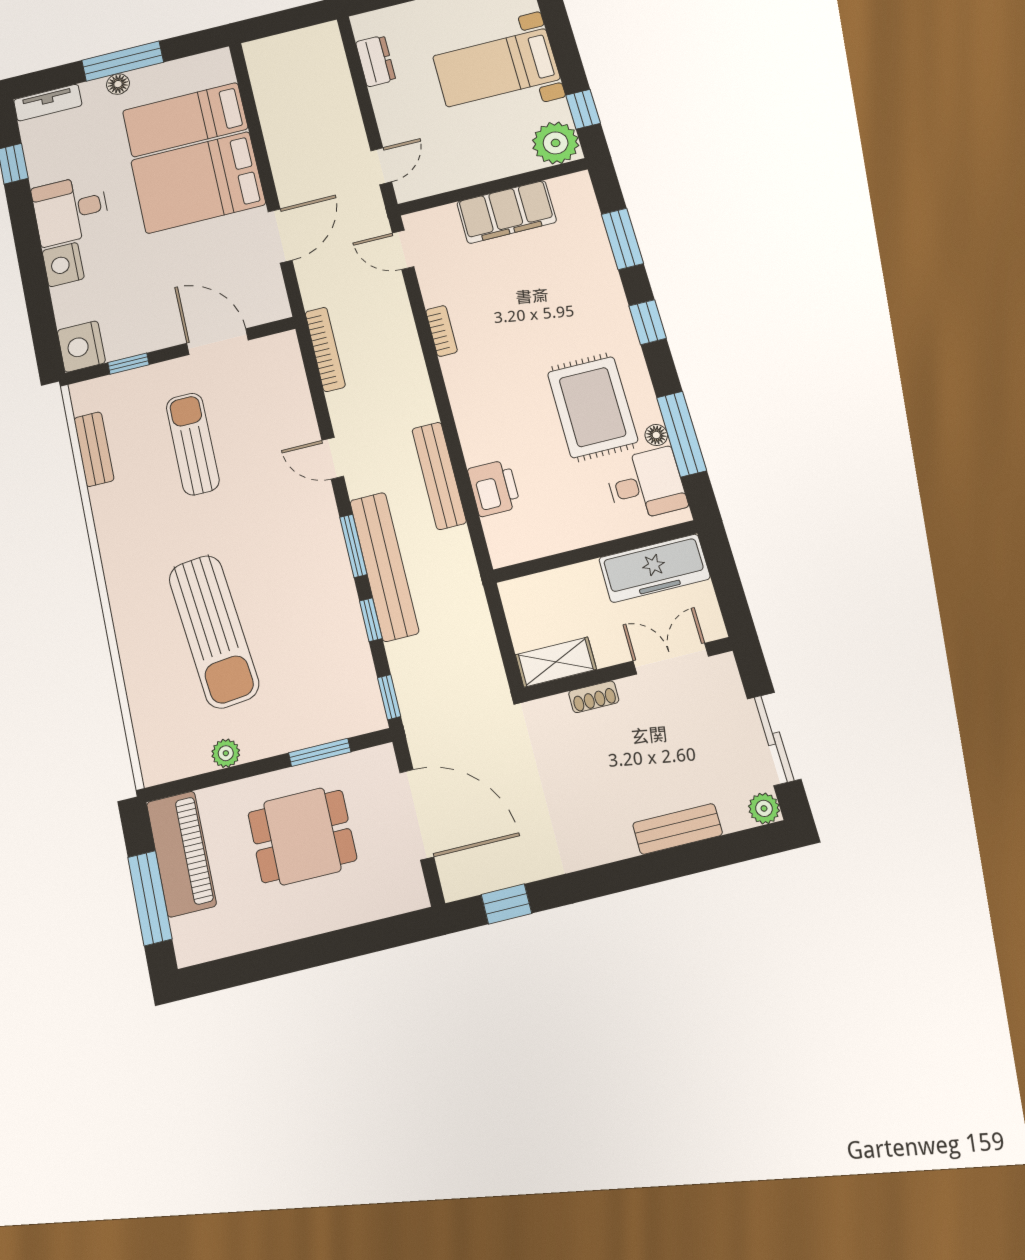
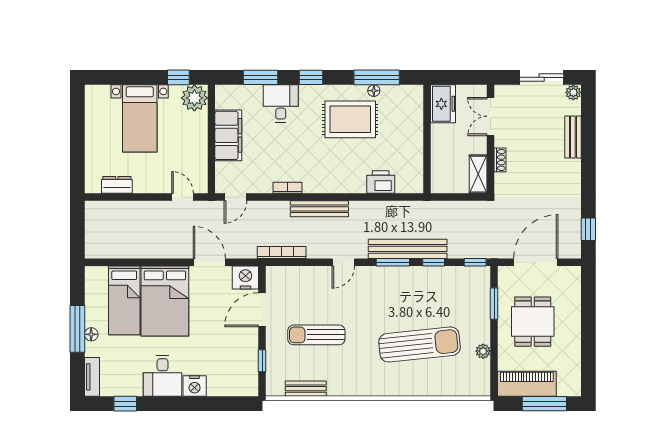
nightstand: (81, 346) -> (245, 278), moved, turned 180
bench: (439, 476) -> (319, 209), moved
desk: (646, 484) -> (281, 103), moved
freezer: (654, 568) -> (443, 104), width x0.71

